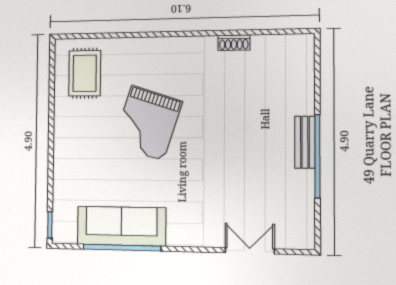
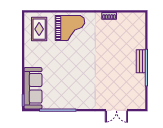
grand piano: (147, 123) -> (70, 28), moved, turned -108
sofa: (121, 226) -> (33, 88), moved, turned 90
double door: (250, 251) -> (116, 110), swing flipped

